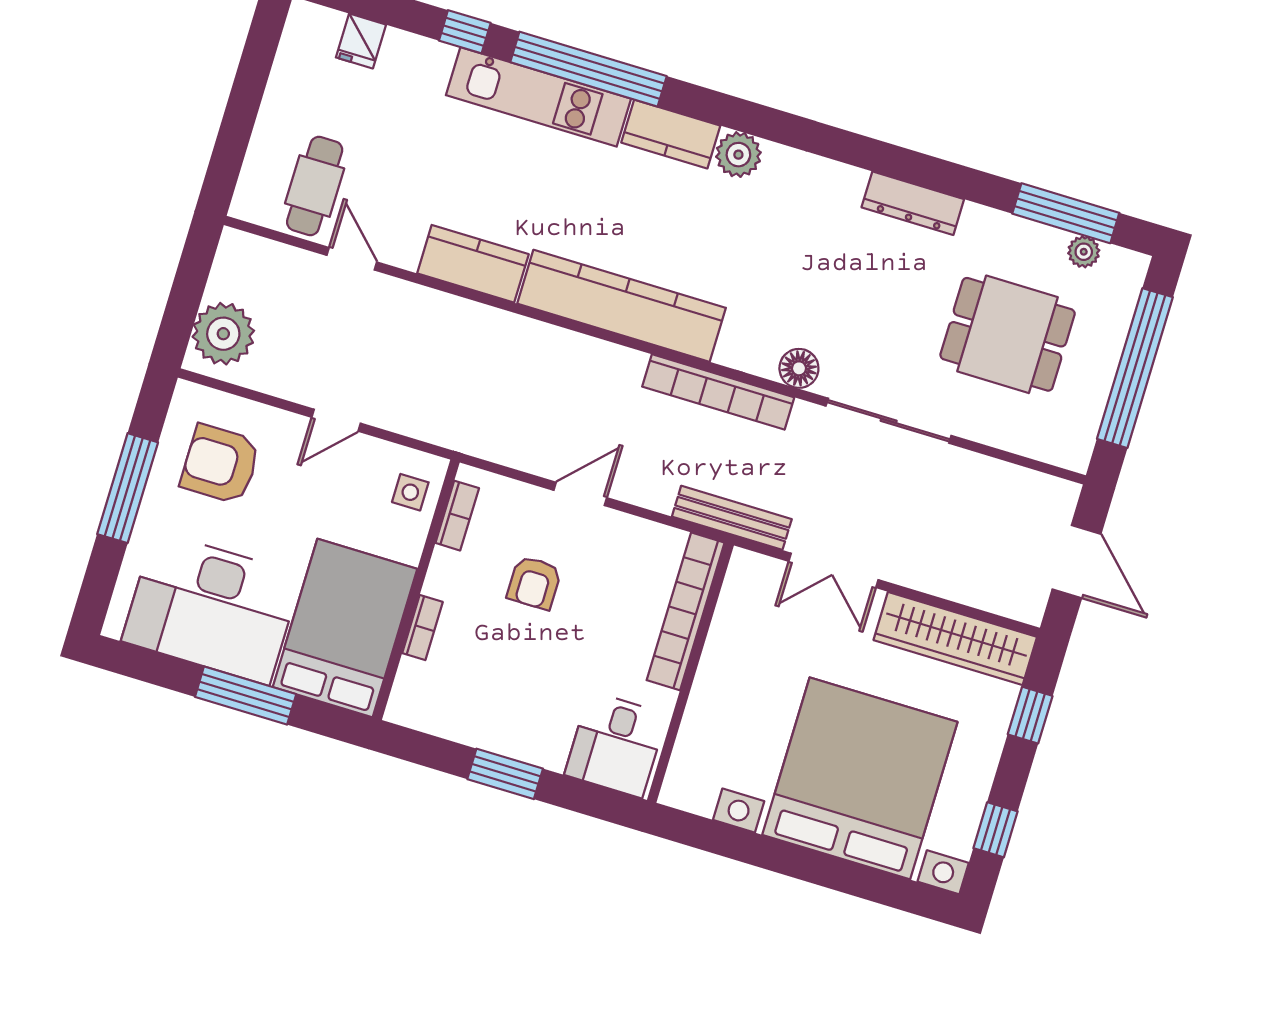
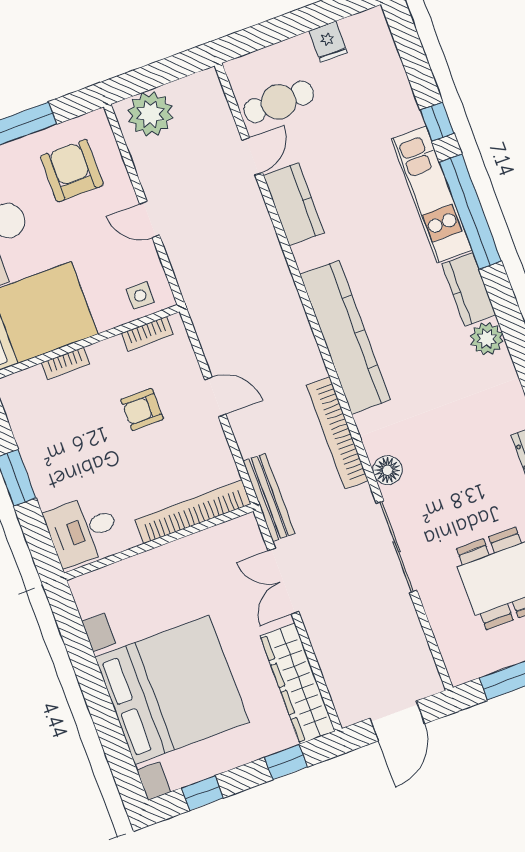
fridge: (361, 41) -> (328, 42), moved, turned -90
kitchen counter: (473, 264) -> (294, 204), moved

